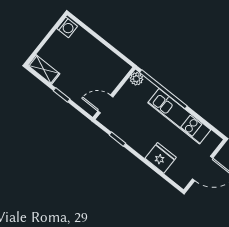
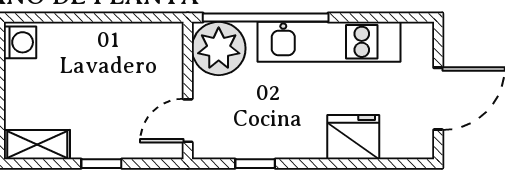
plant: (136, 79) -> (219, 48), width x1.88, depth x1.88

